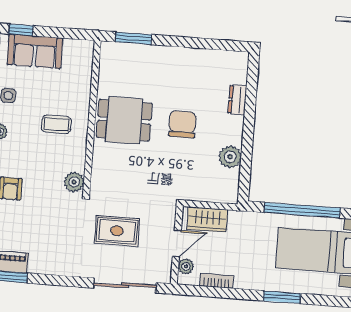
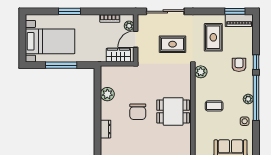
window: (302, 210) -> (61, 65), width x0.68
rug: (49, 237) -> (213, 37), added

